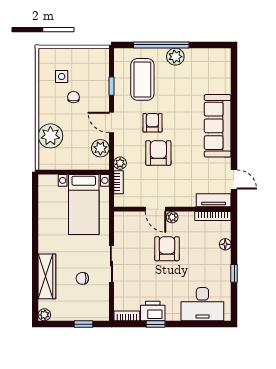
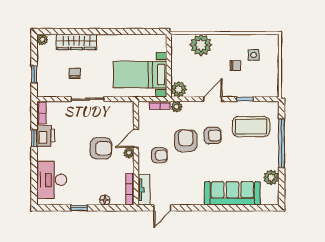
plant: (175, 57) -> (271, 177), moved
sofa: (218, 126) -> (232, 193), moved
plant: (100, 148) -> (179, 89), moved
armchair: (158, 153) -> (186, 141), turned -90
armchair: (175, 183) -> (159, 155), added

